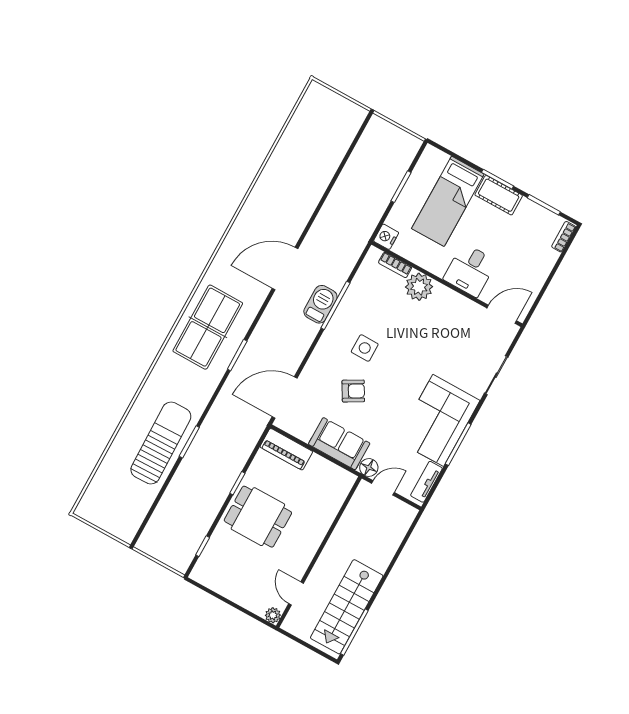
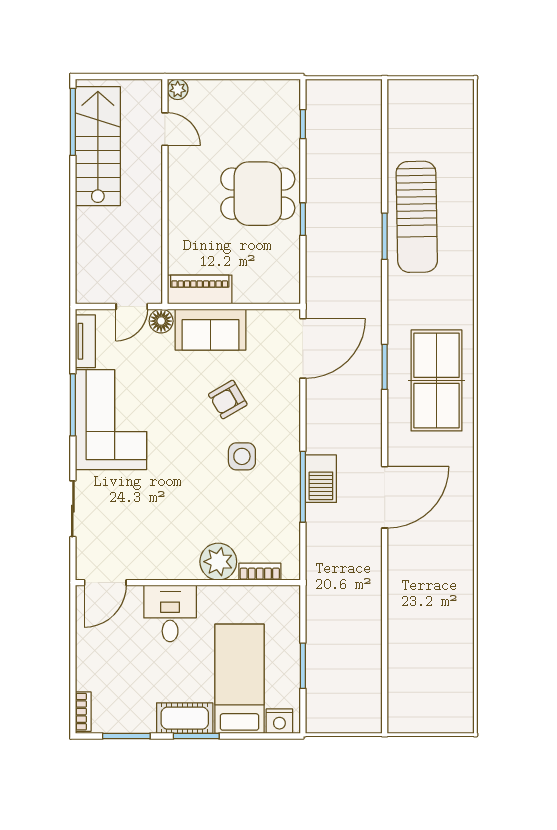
nightstand: (386, 237) -> (279, 721), moved, turned 90
piano: (286, 449) -> (200, 290), moved

